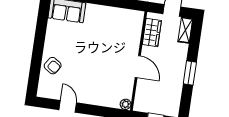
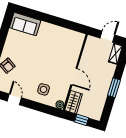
wardrobe: (152, 32) -> (74, 102), moved
side table: (102, 88) -> (44, 89), added

